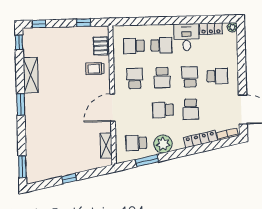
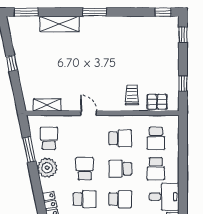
school desk: (134, 46) -> (156, 138), turned 180
shelving: (31, 75) -> (60, 24), moved
door: (113, 108) -> (89, 113), width x0.53
school desk: (191, 109) -> (85, 199), turned 180

